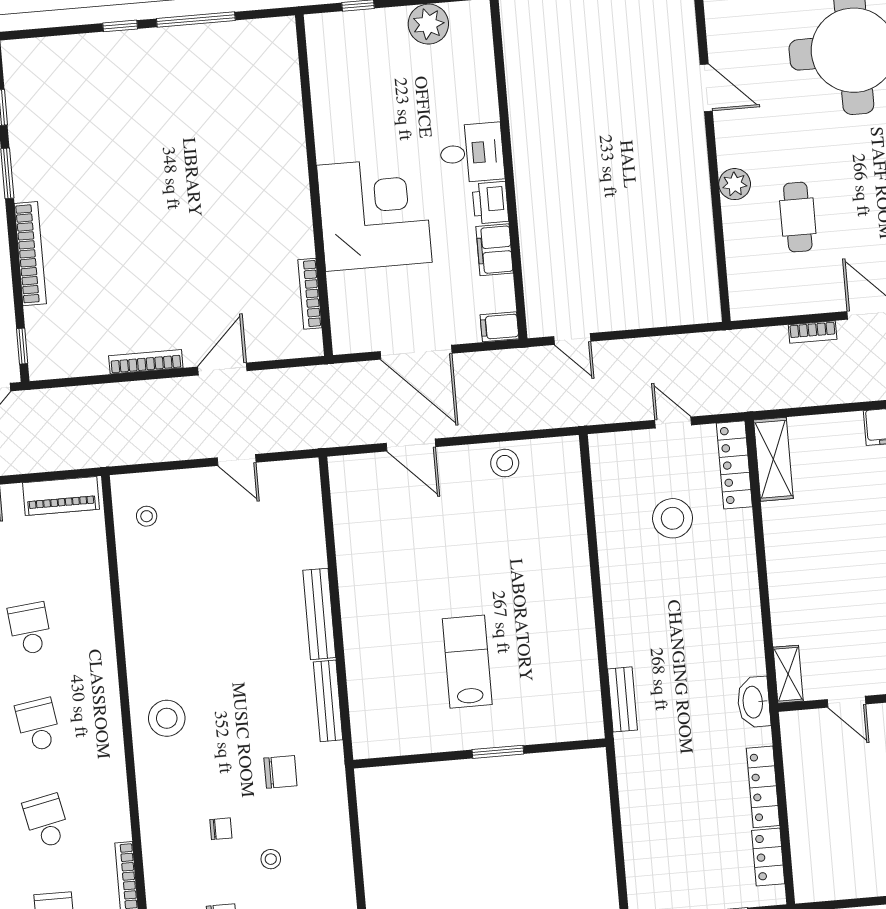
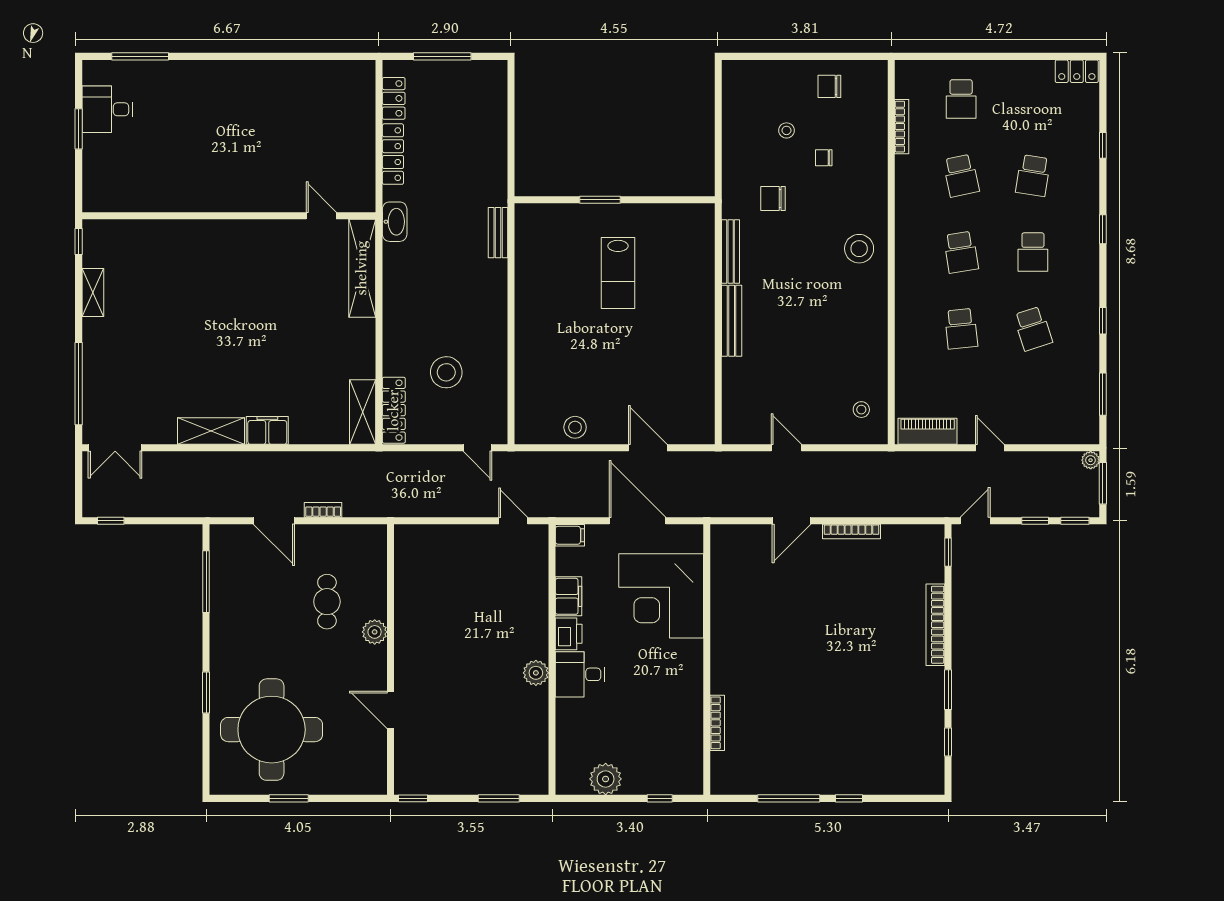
plant: (527, 150) -> (536, 673), added
corner desk: (374, 214) -> (661, 596), moved
bookcase: (310, 294) -> (717, 723), moved
door: (673, 423) -> (477, 448), moved
shelving: (788, 674) -> (362, 268), width x2.20, depth x1.33

